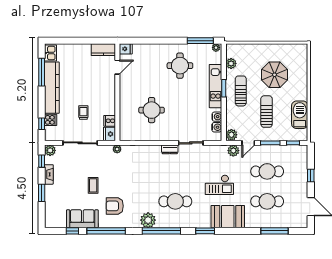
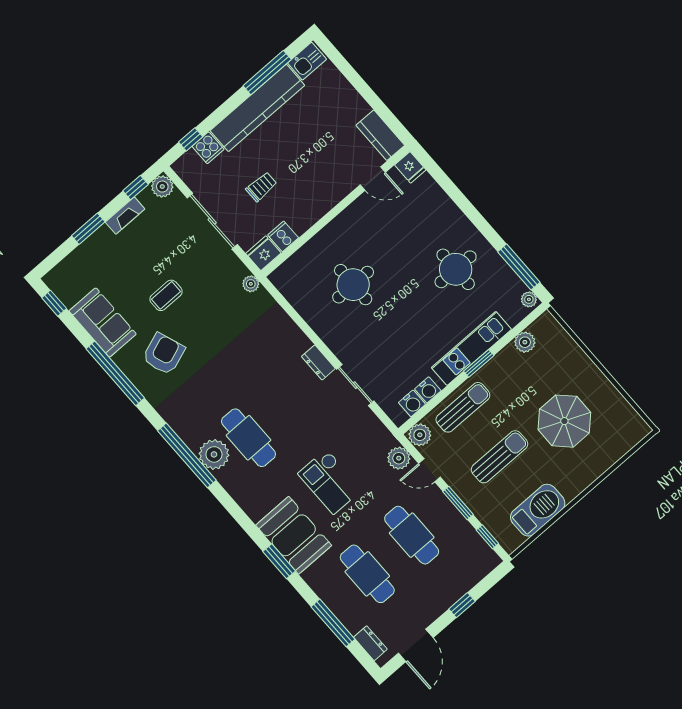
sun lounger: (241, 91) -> (463, 407), moved
armchair: (115, 206) -> (164, 354), turned 70
plant: (148, 220) -> (214, 454), moved
dresser: (295, 223) -> (370, 643), added
window: (72, 231) -> (54, 303), moved
window: (205, 231) -> (279, 561), moved

